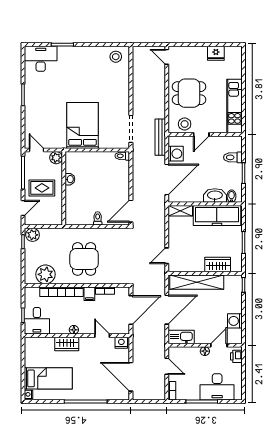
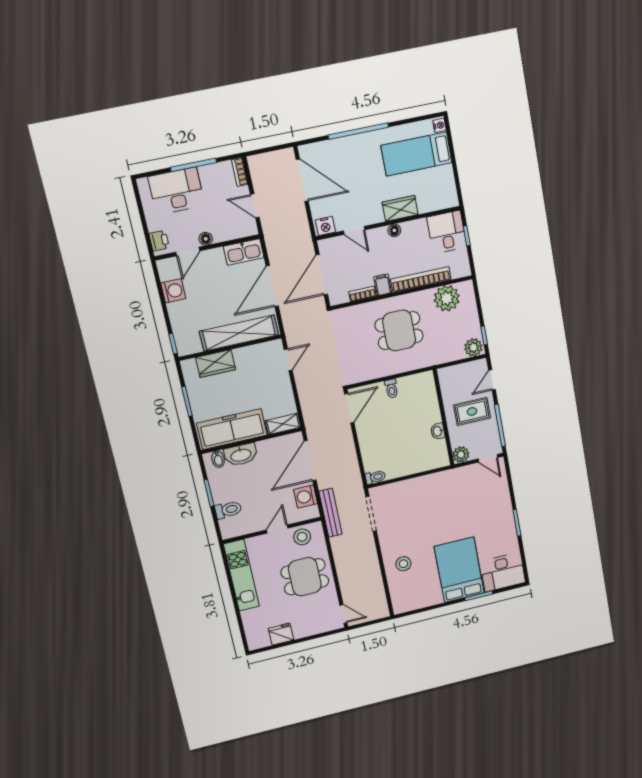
stool: (116, 57) -> (403, 564), moved
bed: (82, 125) -> (459, 570), moved, turned 180
dining table: (84, 259) -> (399, 331), turned 90

